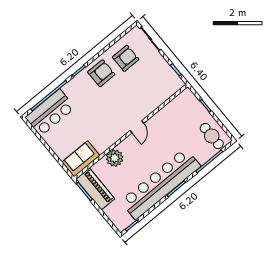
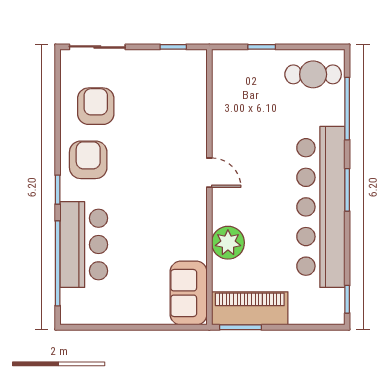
bar counter: (50, 113) -> (84, 245), moved

